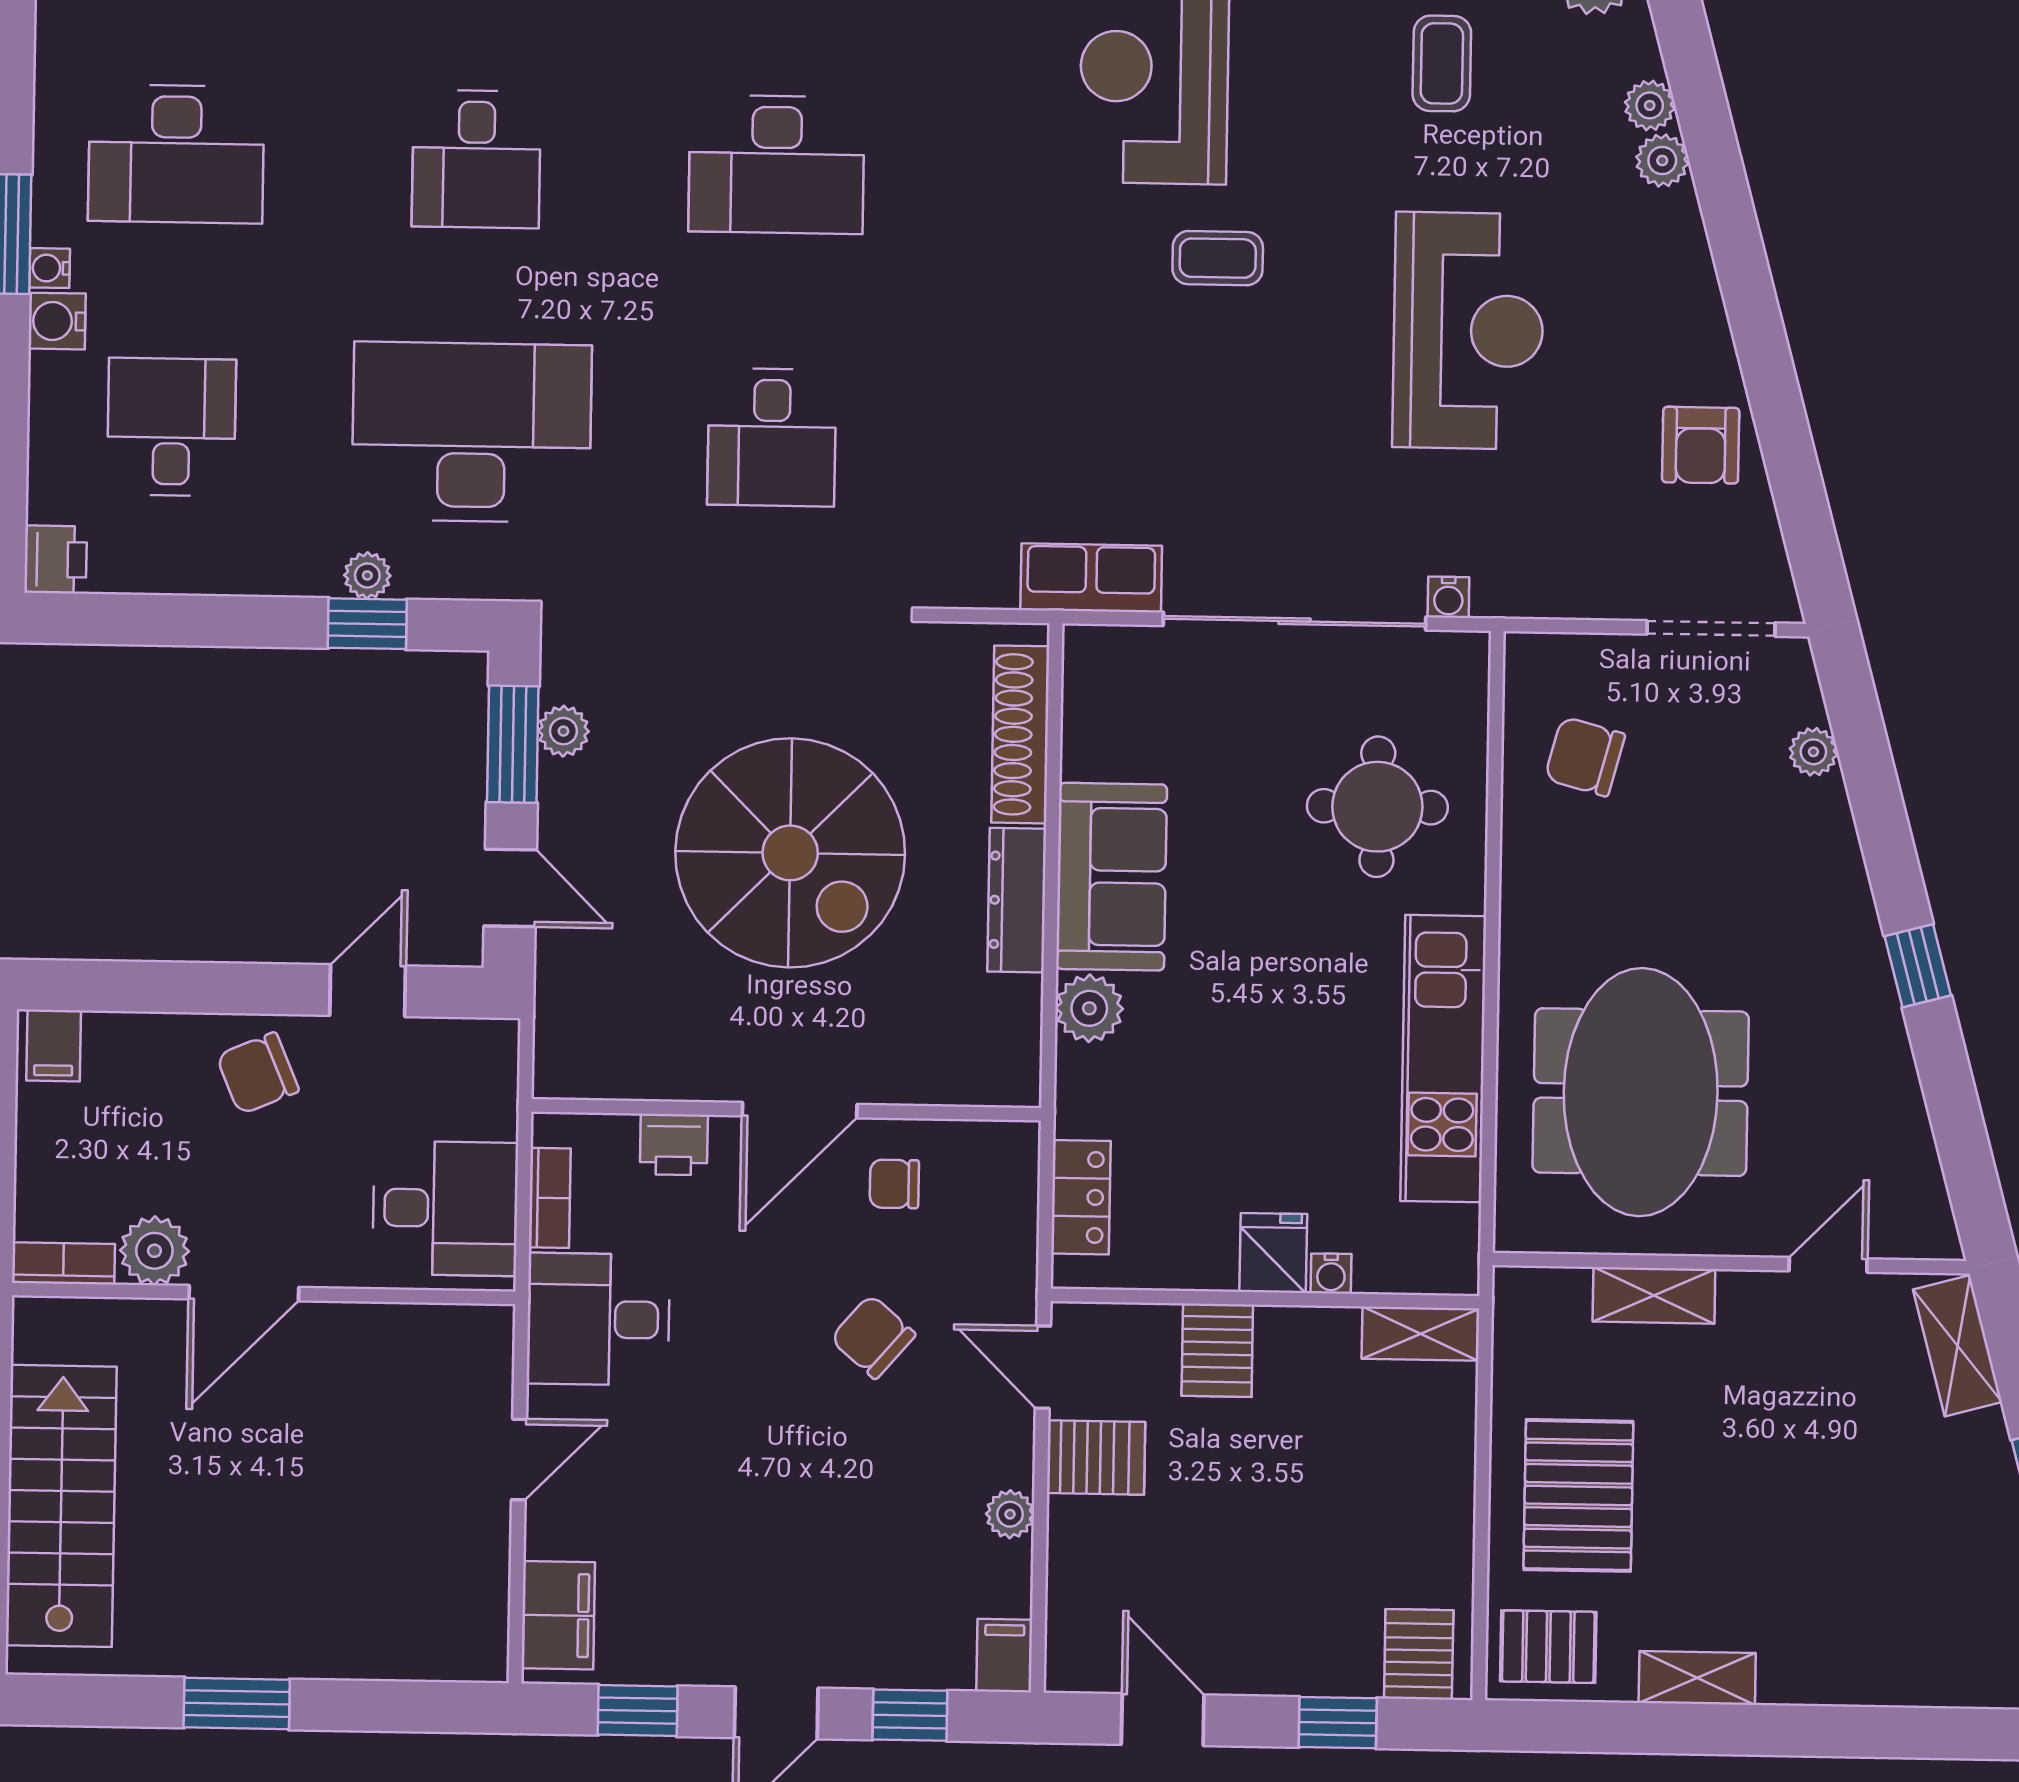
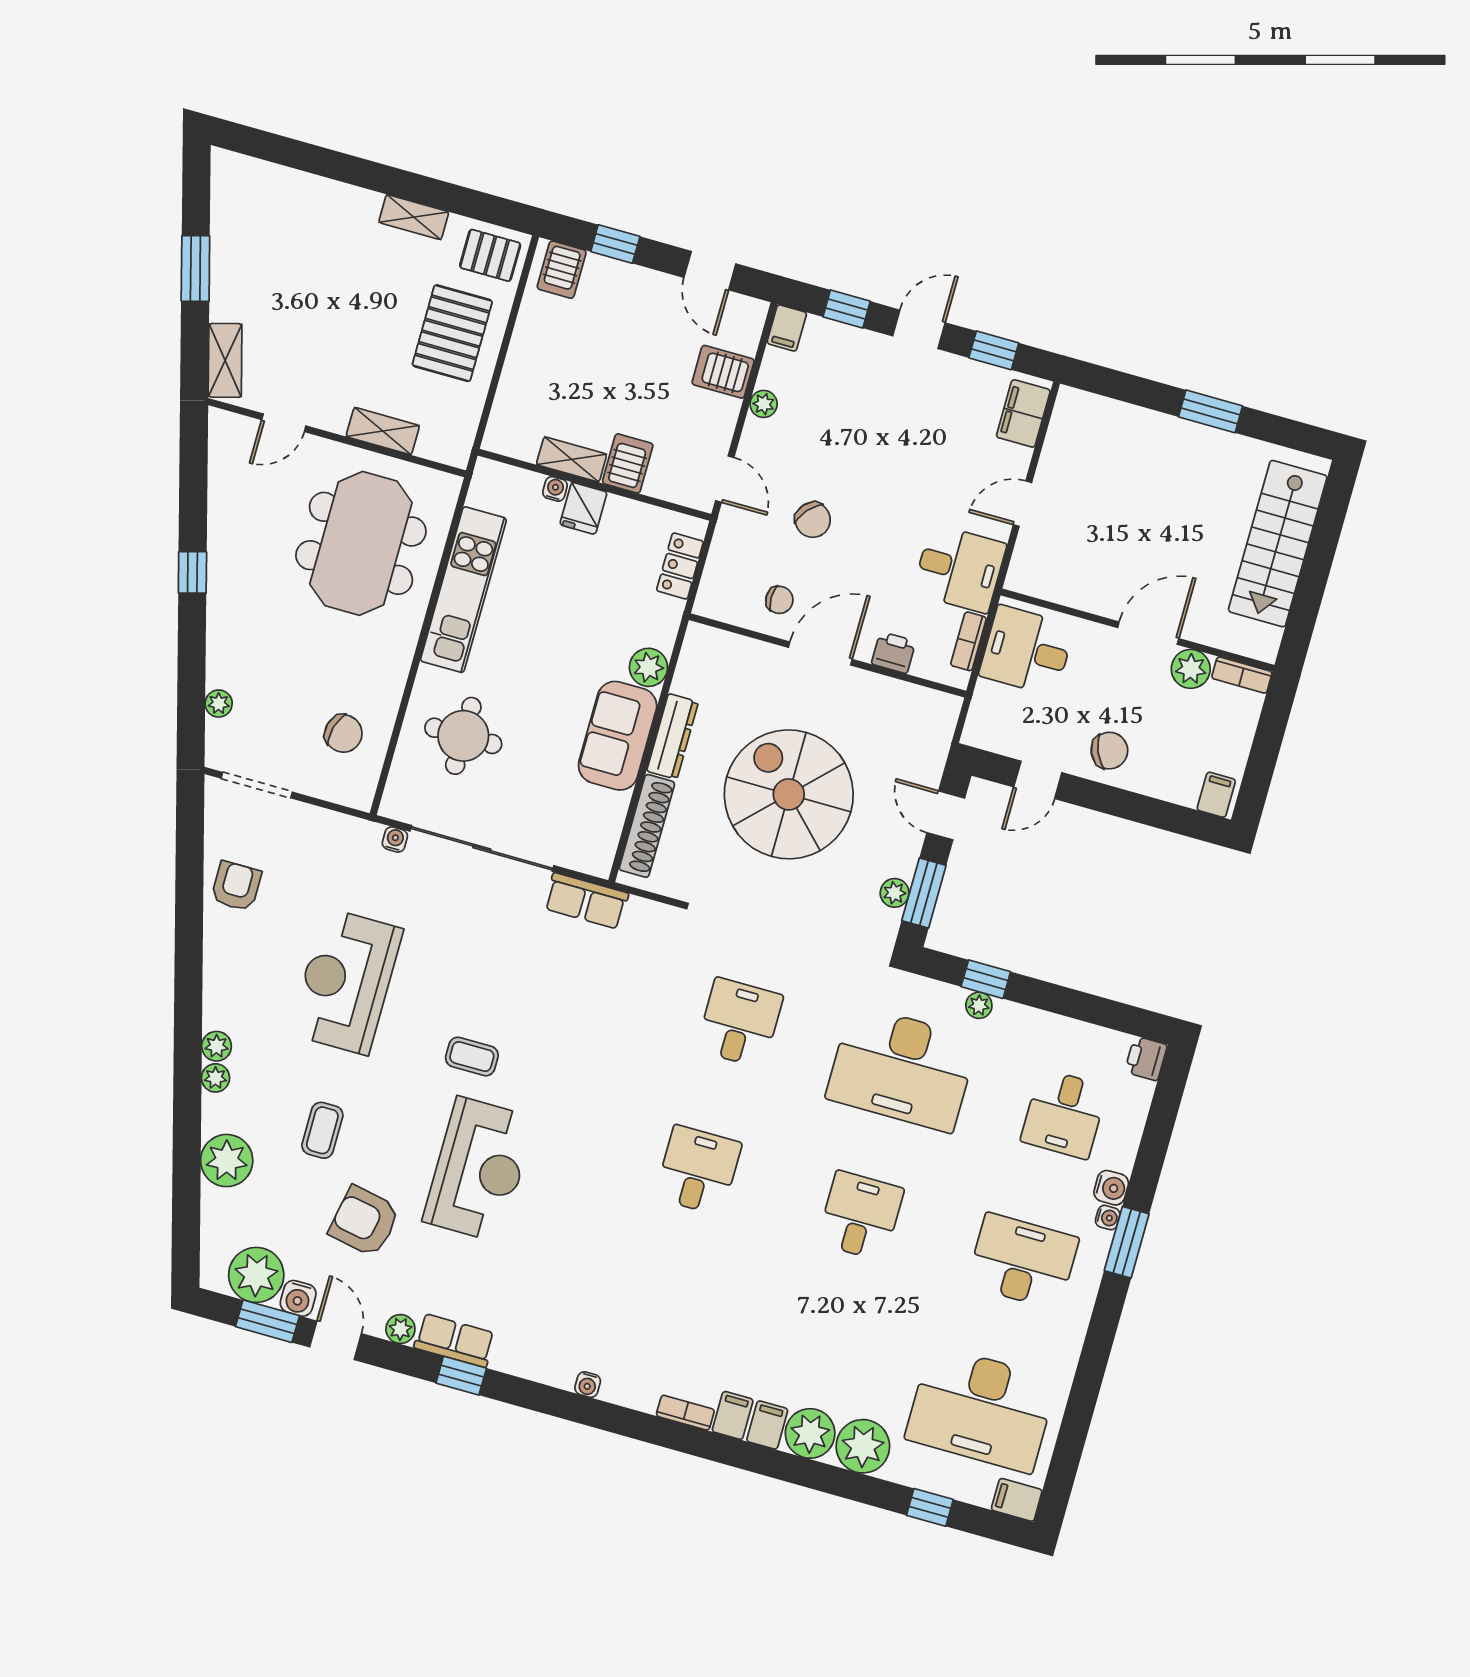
desk: (777, 164) -> (698, 1170), width x0.73
shelving: (1420, 1334) -> (572, 459), moved
server rack: (1096, 1457) -> (723, 372), moved

